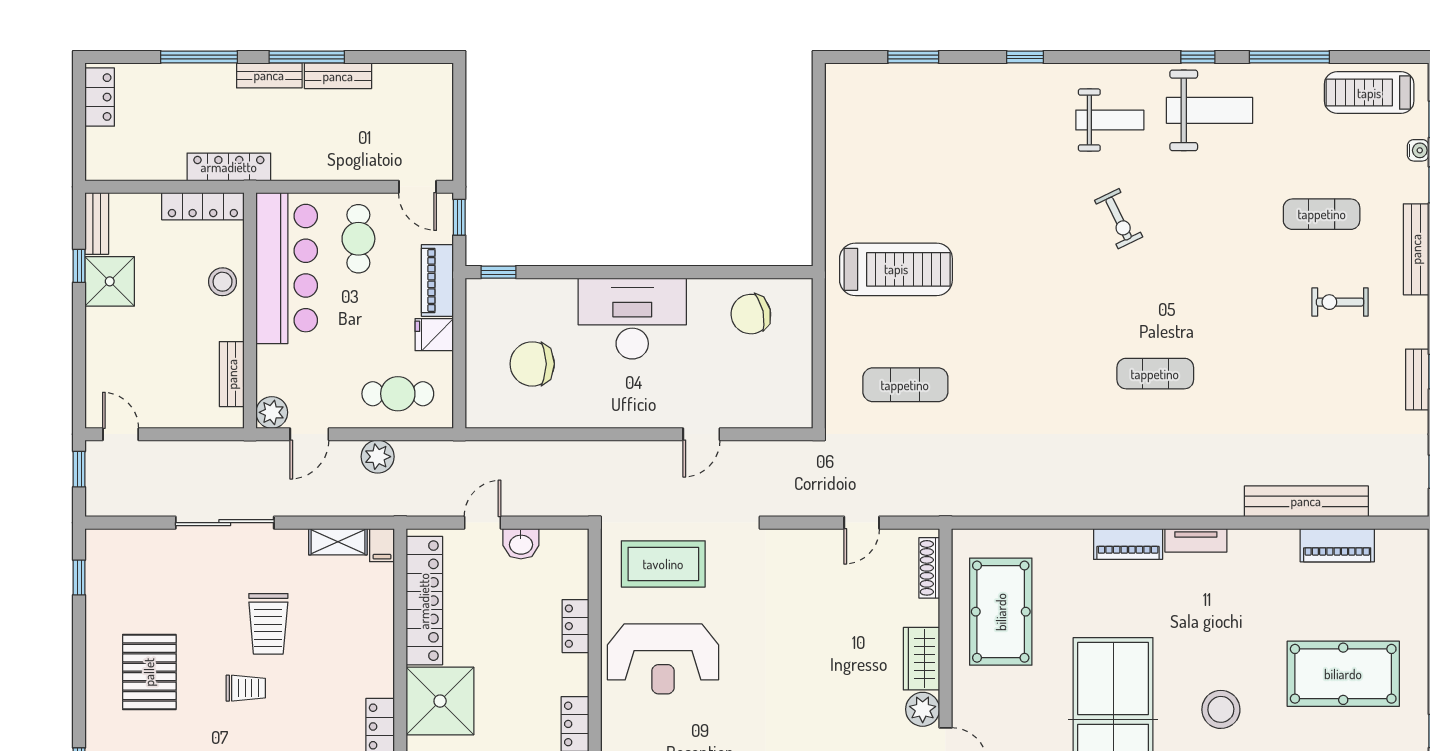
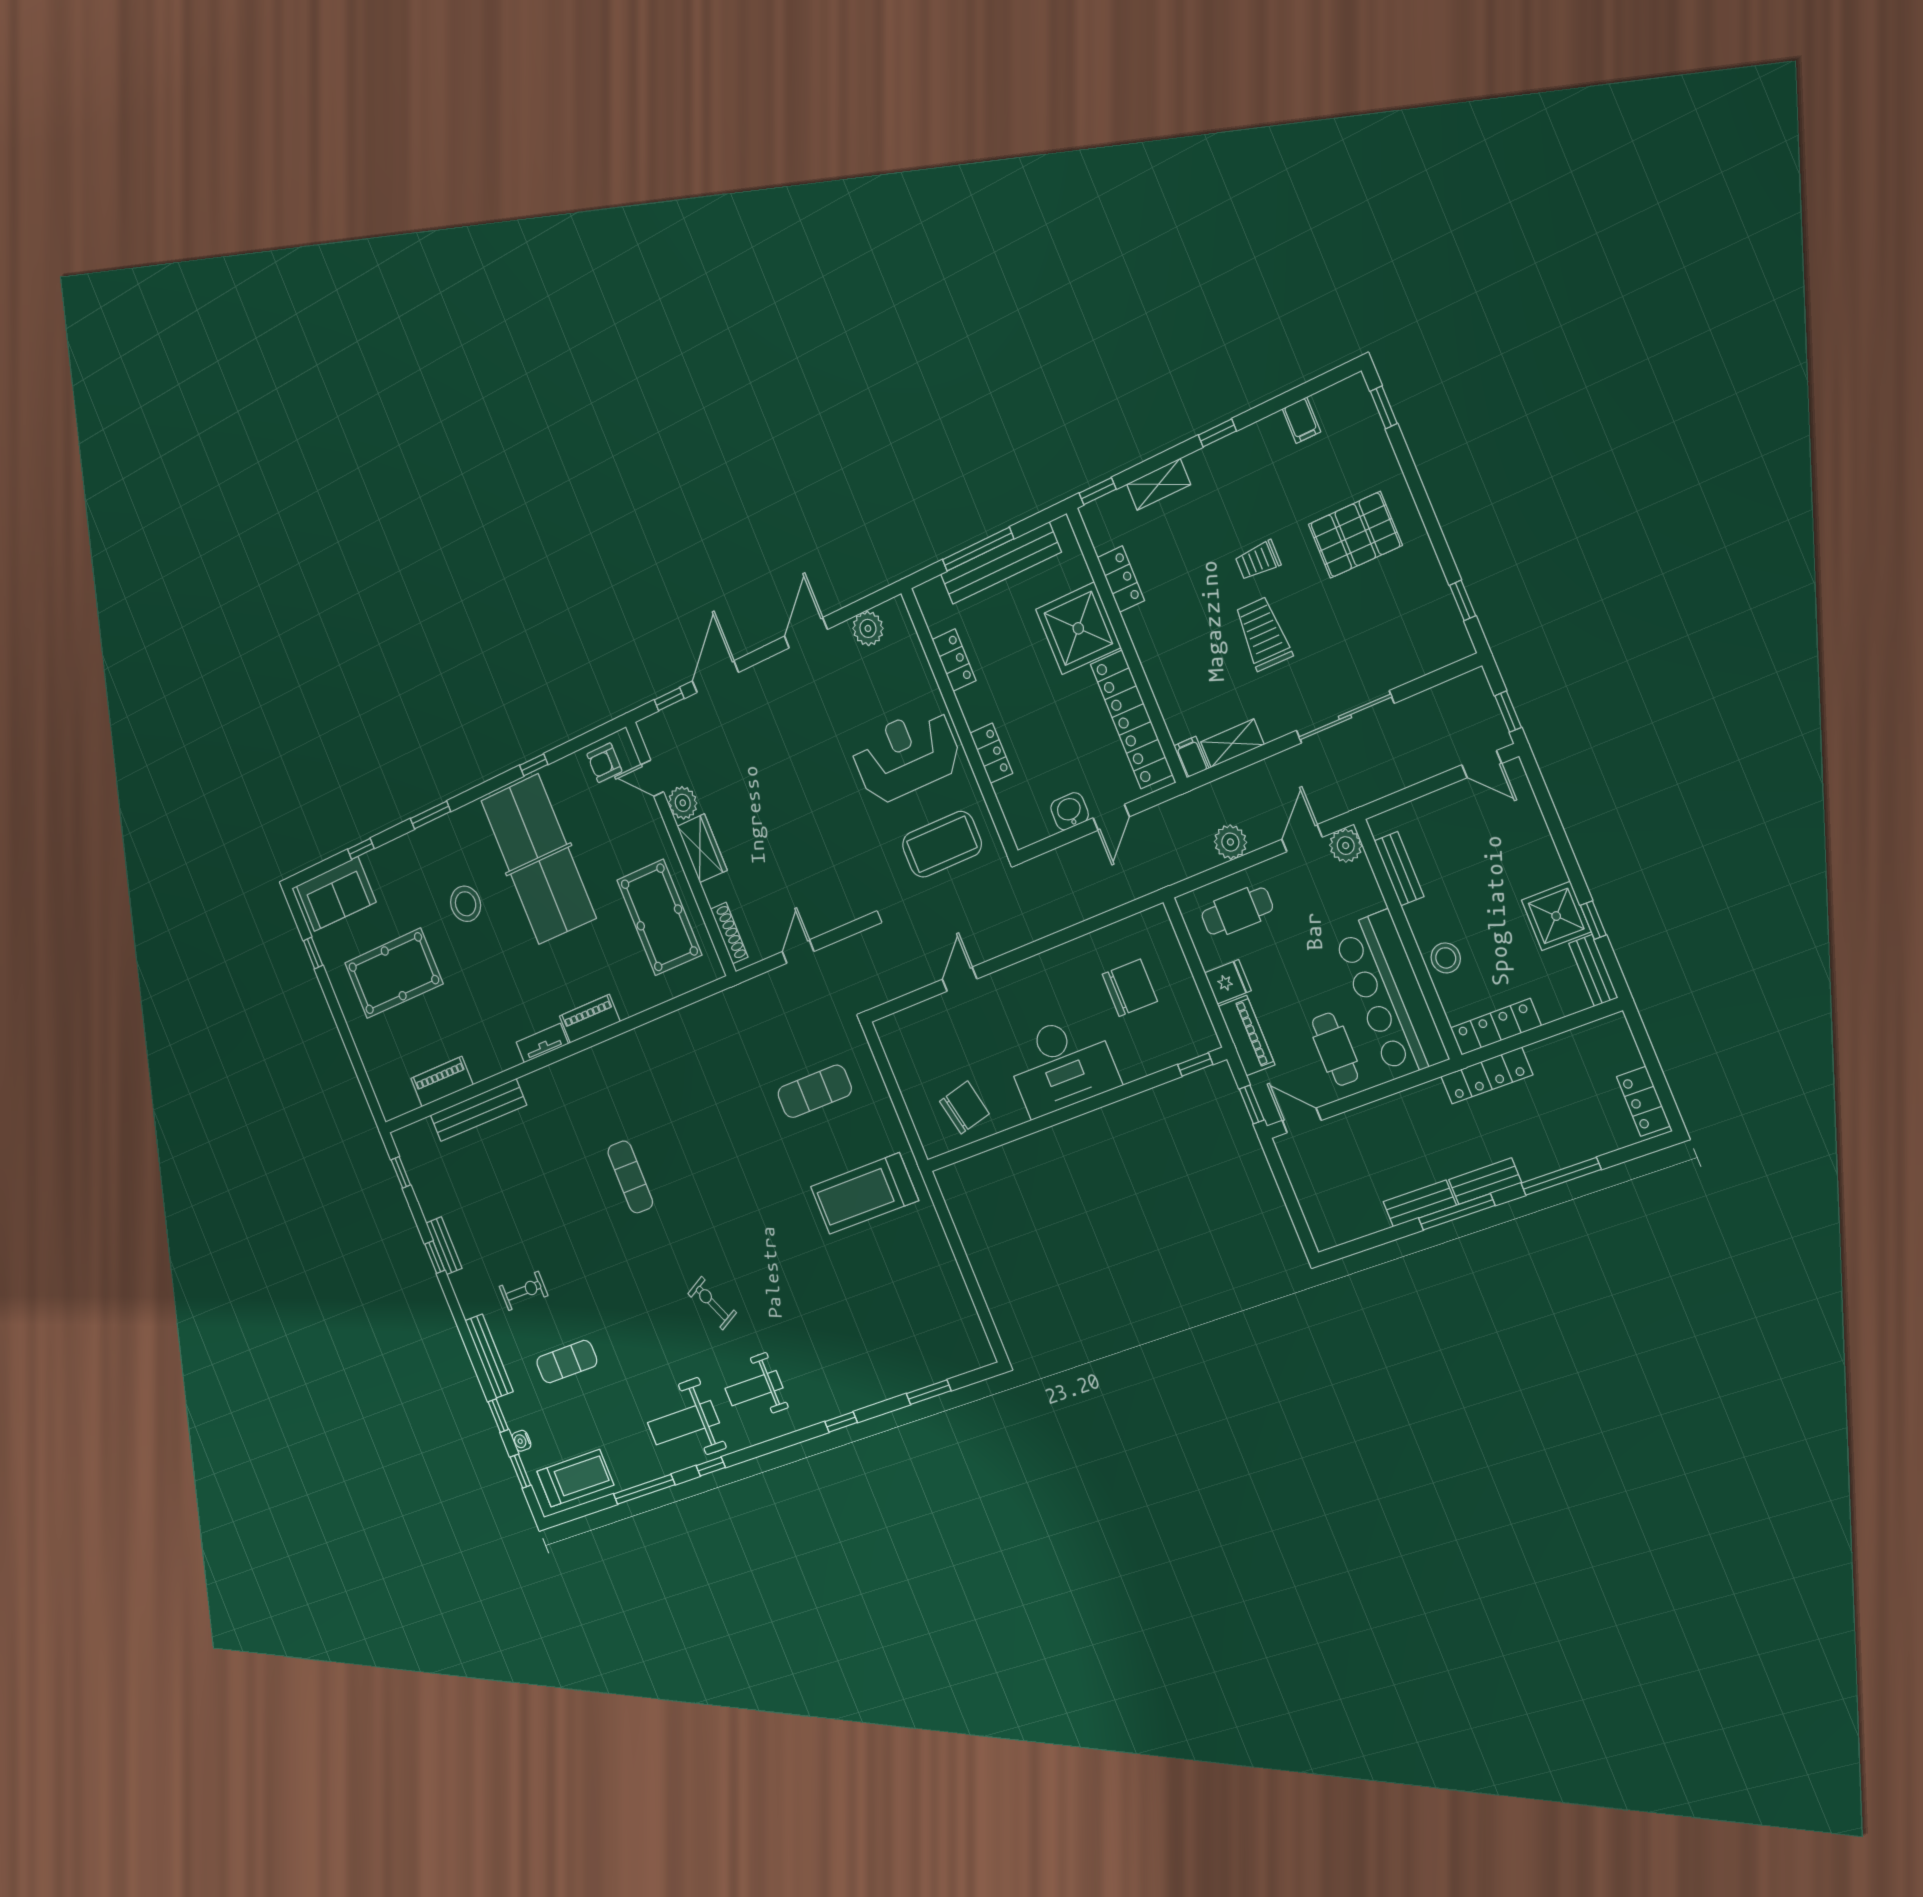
exercise mat: (1155, 374) -> (630, 1177), turned 90
pallet: (149, 672) -> (1355, 535), turned 90

